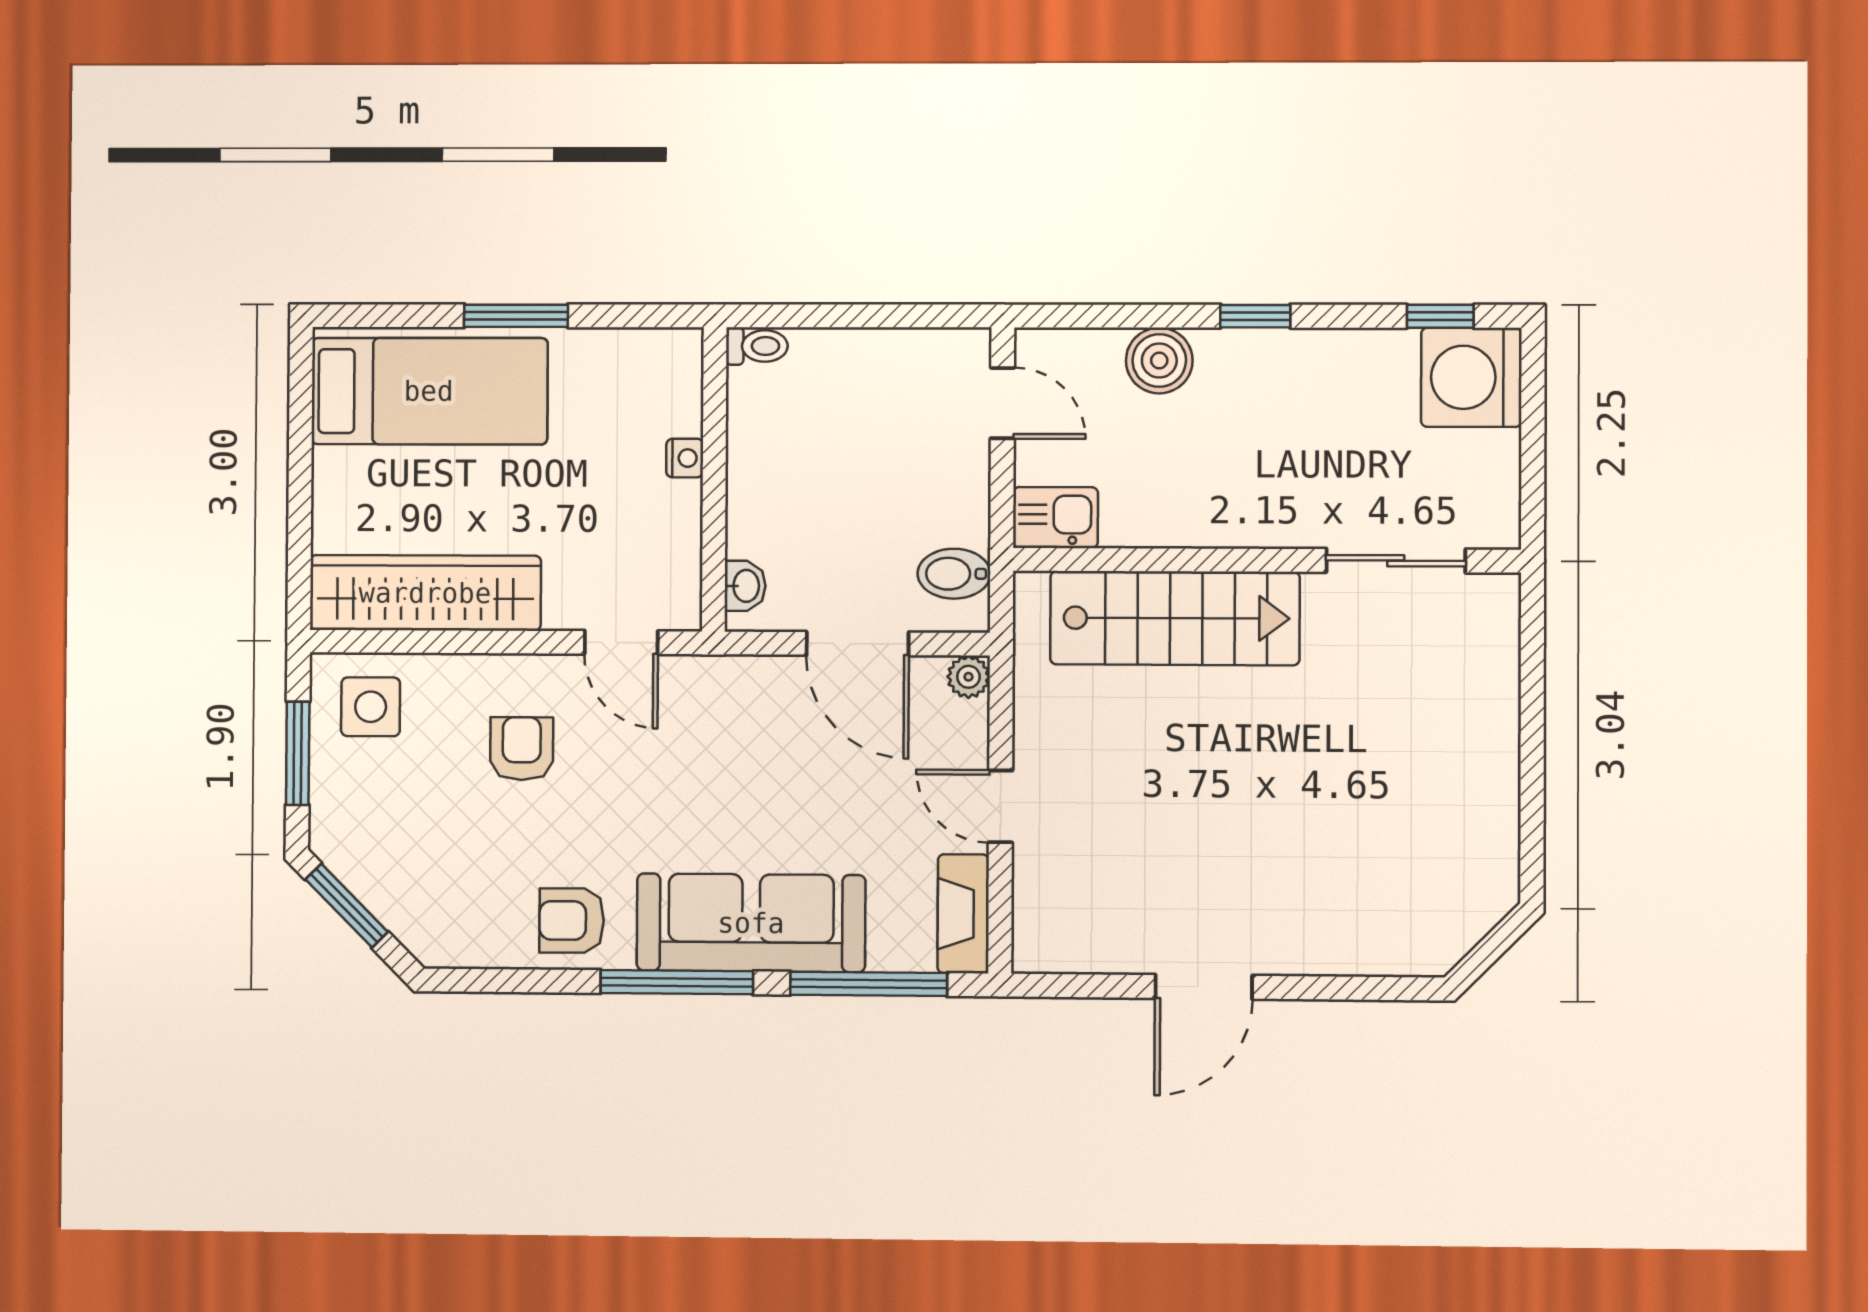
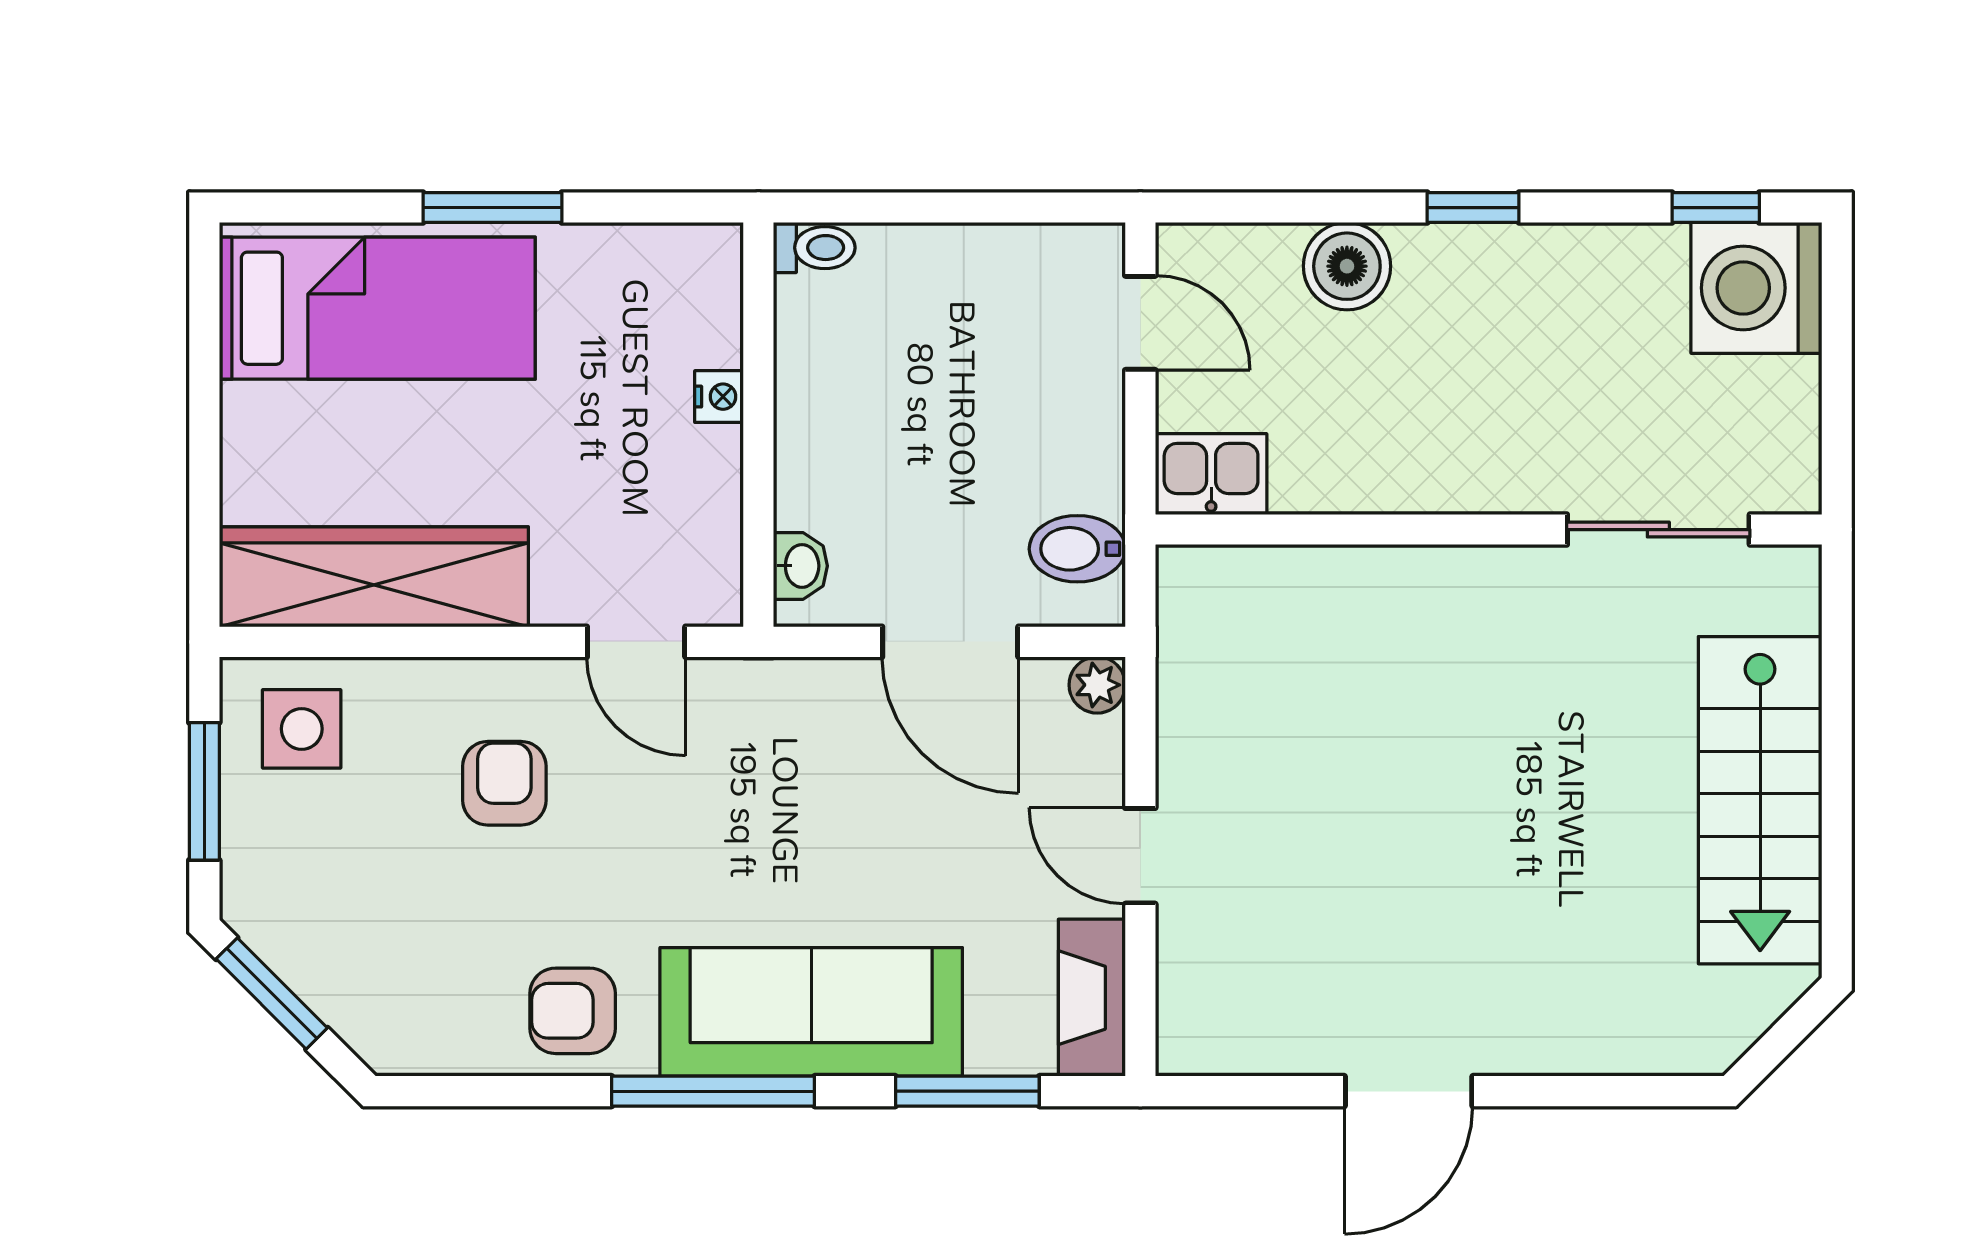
stairs: (1175, 618) -> (1760, 800), moved, turned 90
window: (869, 984) -> (967, 1091), width x0.69

